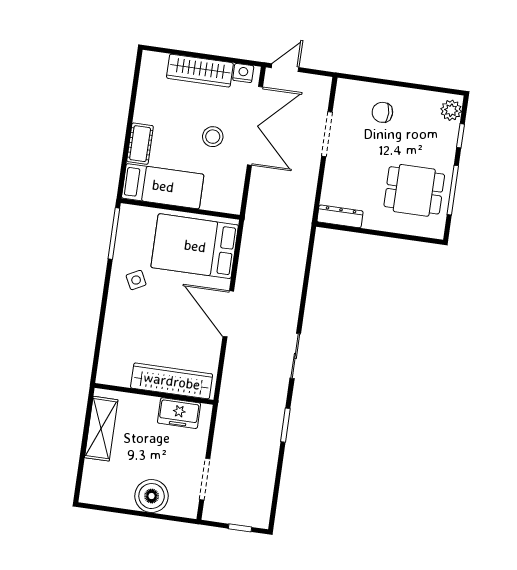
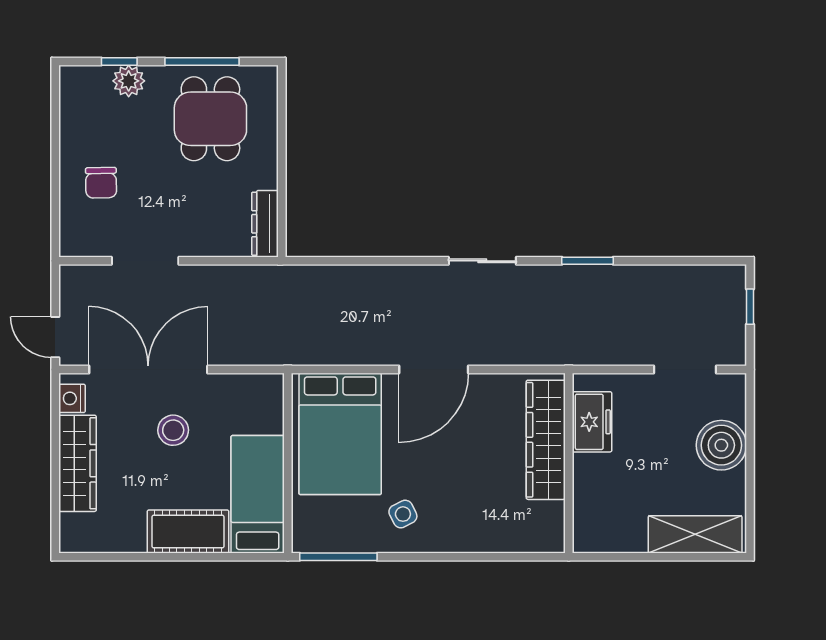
plant: (451, 110) -> (129, 81), moved
cot: (140, 144) -> (188, 532), width x1.37, depth x1.34
shelving: (101, 429) -> (695, 534), moved

